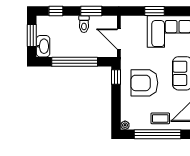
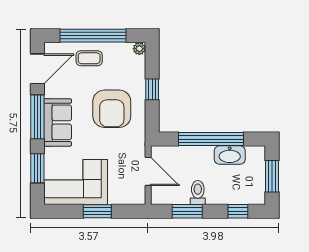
washbasin: (43, 46) -> (230, 155), moved, turned -90
window: (116, 77) -> (152, 89), moved
armchair: (144, 83) -> (112, 109), turned 90

